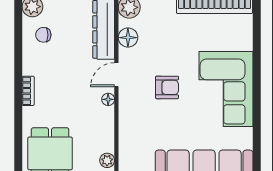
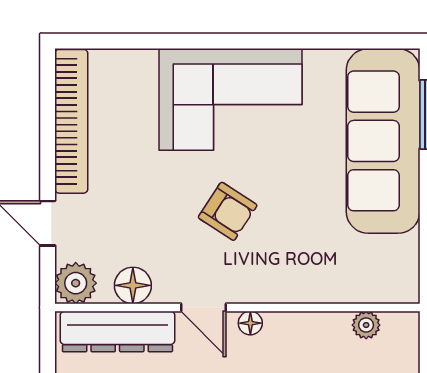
armchair: (167, 87) -> (228, 211), turned 123

